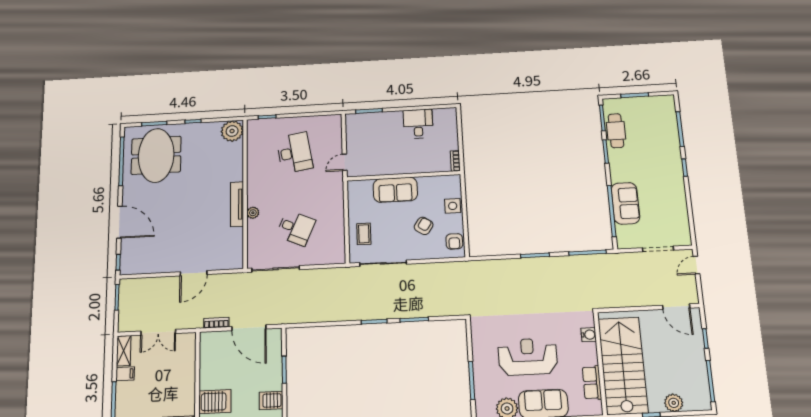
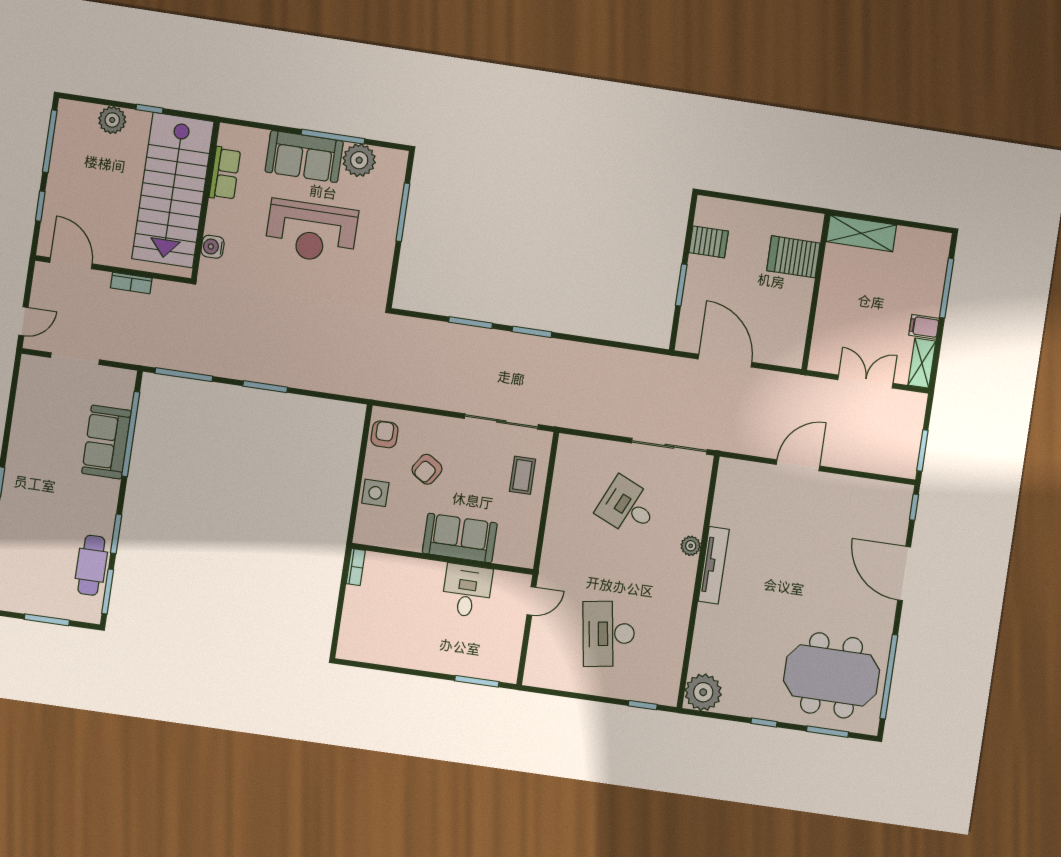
desk: (418, 124) -> (467, 591), moved, turned 180
meeting table: (156, 155) -> (831, 675), turned 90
bookcase: (216, 323) -> (131, 283), moved

